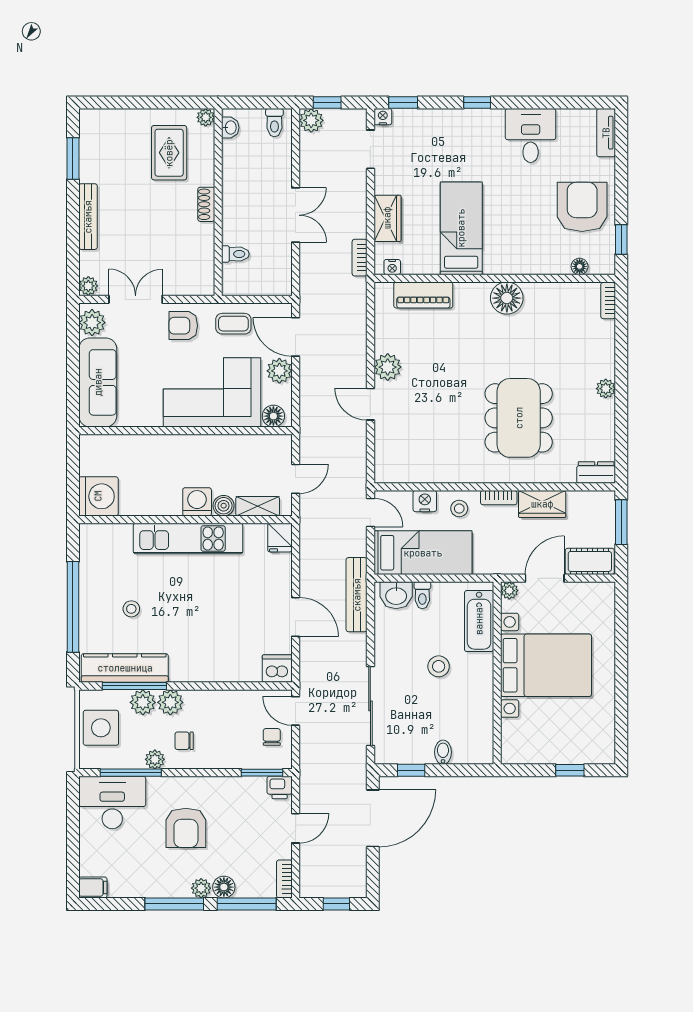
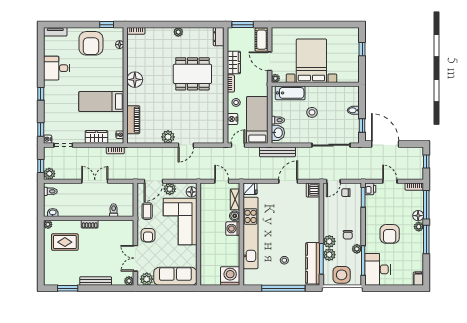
armchair: (582, 207) -> (91, 43), turned -90
kitchen unit: (188, 539) -> (250, 233), width x1.36
armchair: (186, 828) -> (390, 234), turned 90

